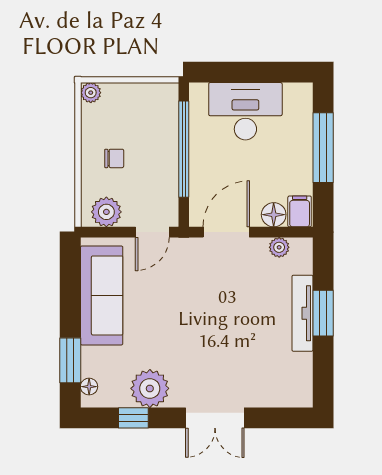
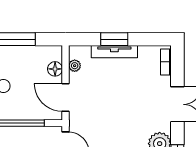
filing cabinet: (300, 211) -> (53, 53), removed
bookcase: (285, 399) -> (166, 62), added

